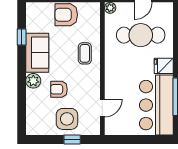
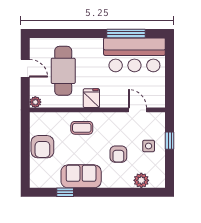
fridge: (164, 66) -> (91, 98), moved, turned 180
plant: (33, 81) -> (141, 180), moved
side table: (67, 119) -> (149, 146), width x0.54, depth x0.54

